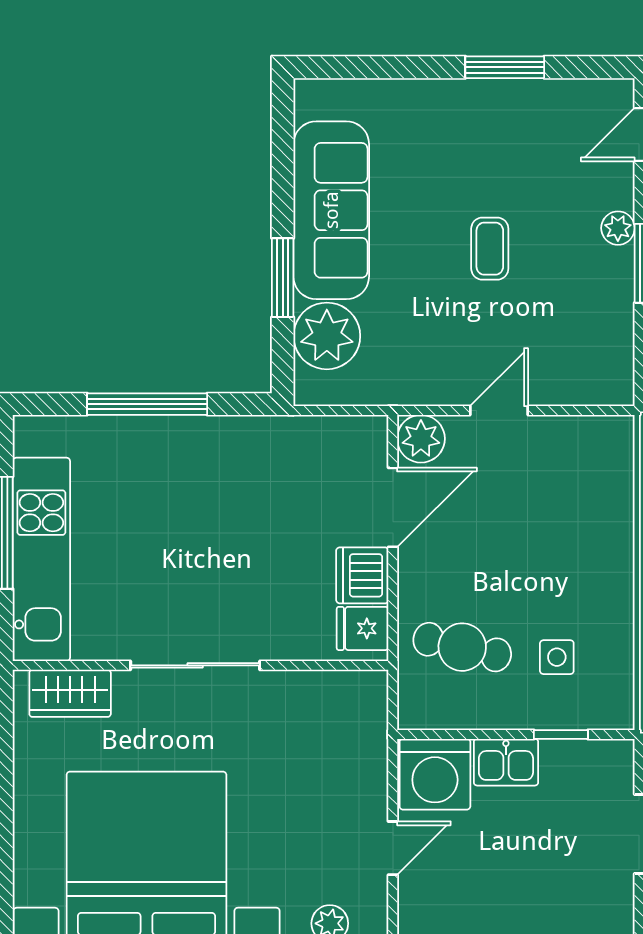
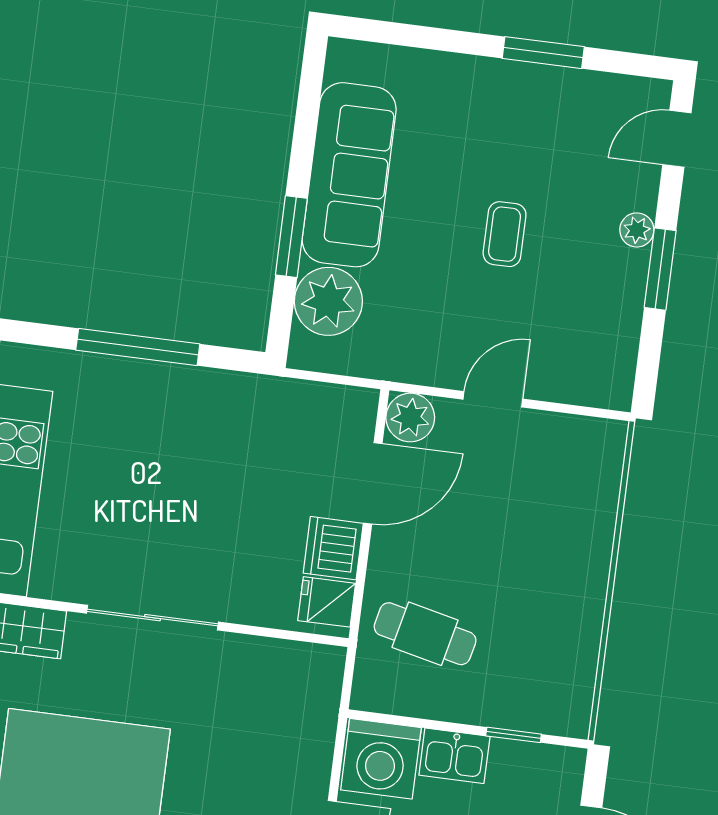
side table: (557, 657) -> (519, 656), removed

